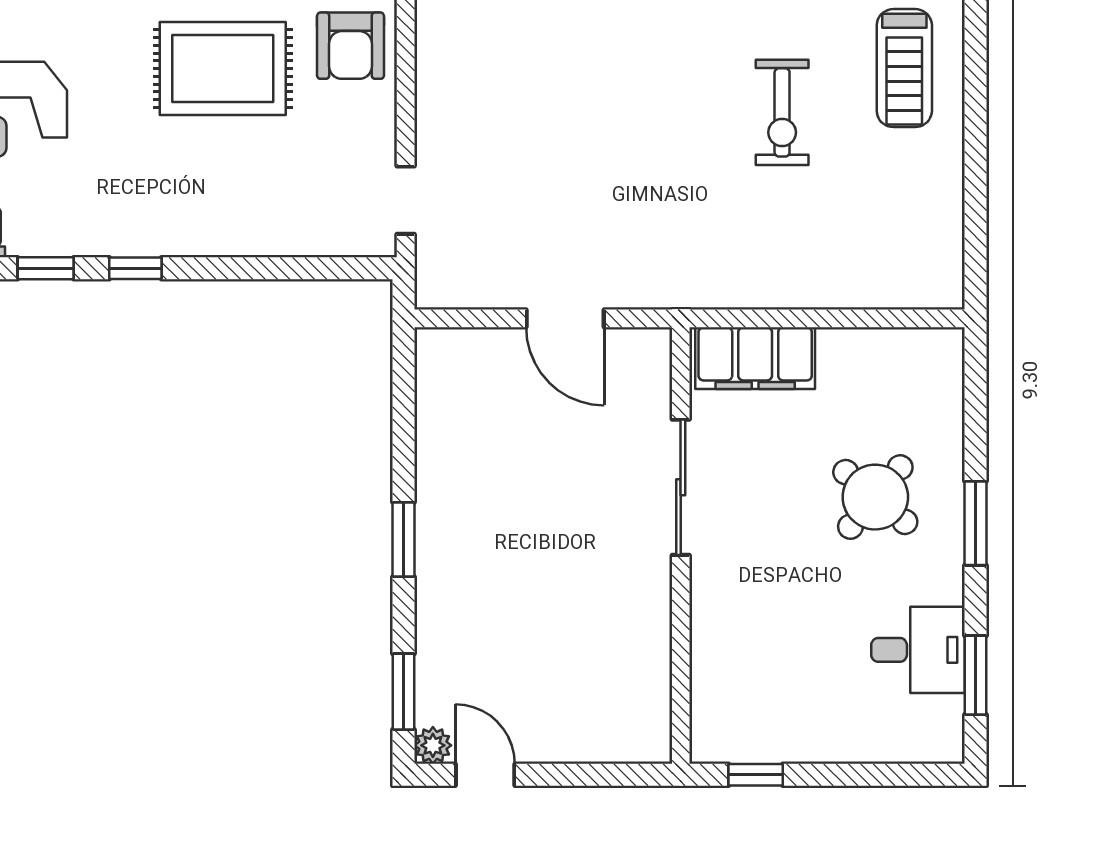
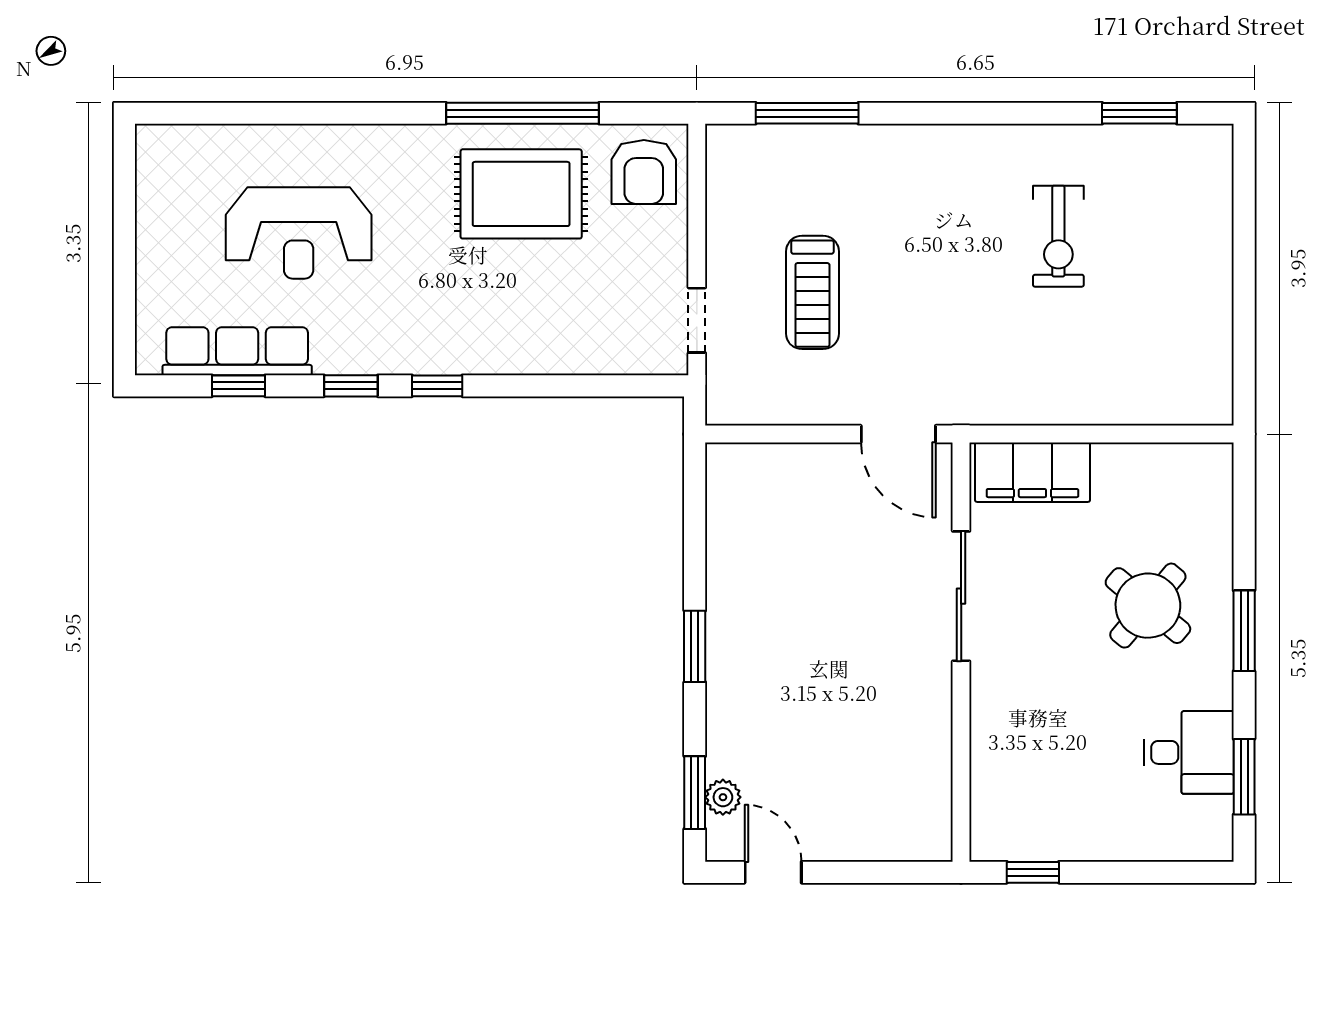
treadmill: (904, 68) -> (812, 292), moved
door: (565, 318) -> (898, 434), moved
plant: (433, 745) -> (723, 797), moved

